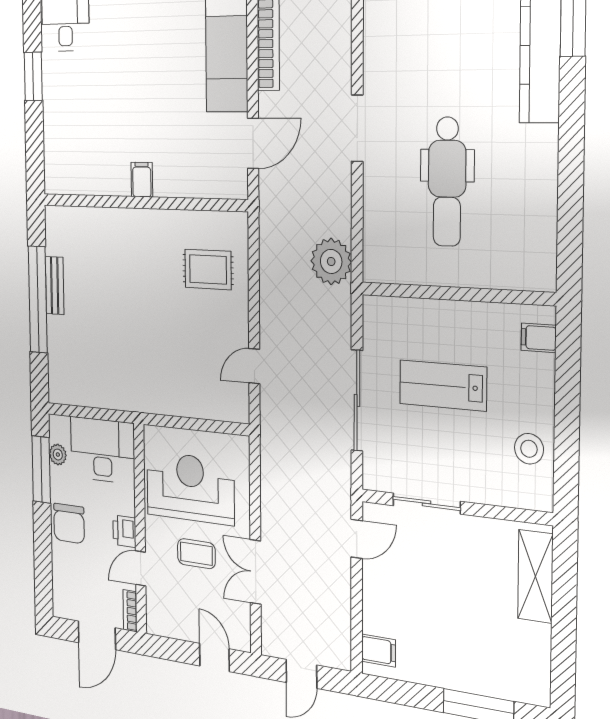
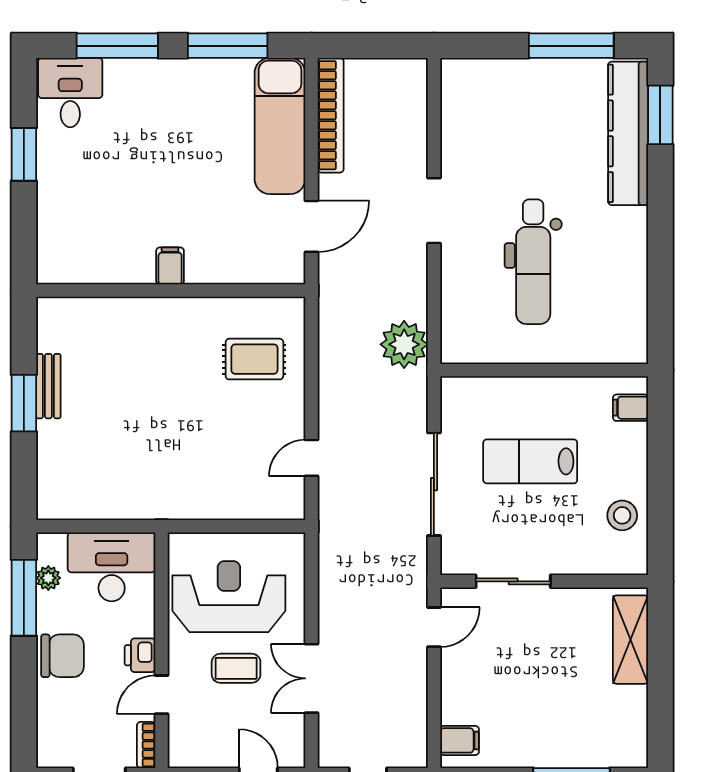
window: (38, 300) -> (24, 403), width x0.47
chair: (69, 523) -> (62, 656), turned -90

